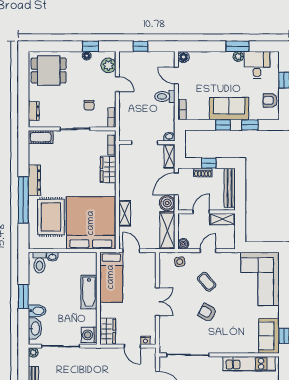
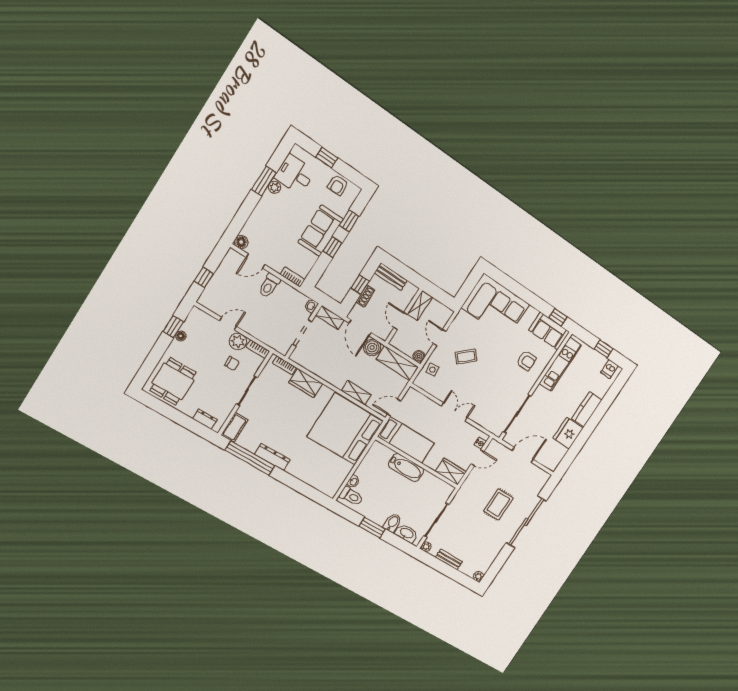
plant: (108, 65) -> (238, 341), moved
bench: (230, 188) -> (391, 277), width x0.73
window: (23, 200) -> (250, 458), moved
rug: (51, 217) -> (316, 462), removed
armchair: (207, 313) -> (526, 361), moved, turned -119
washing machine: (89, 335) -> (443, 489), removed

